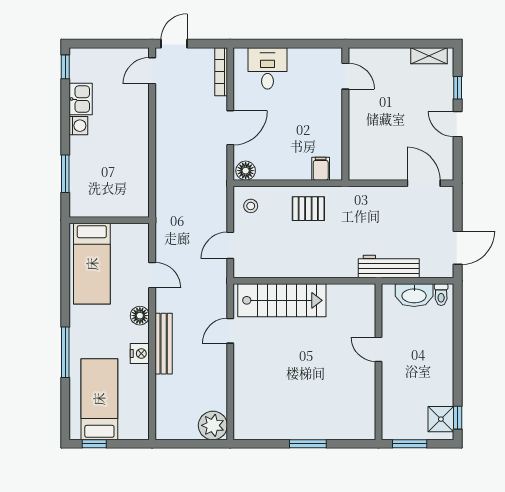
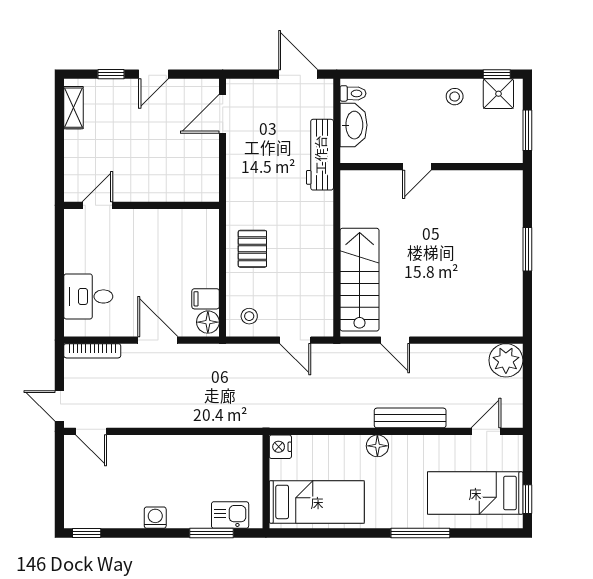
kitchen sink: (81, 99) -> (230, 515), moved
filing cabinet: (321, 169) -> (206, 299), moved
door: (152, 275) -> (486, 431), moved
nightstand: (140, 354) -> (280, 447), moved, turned -90
stool: (438, 382) -> (455, 97), added

